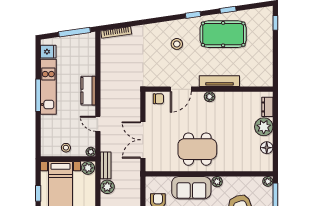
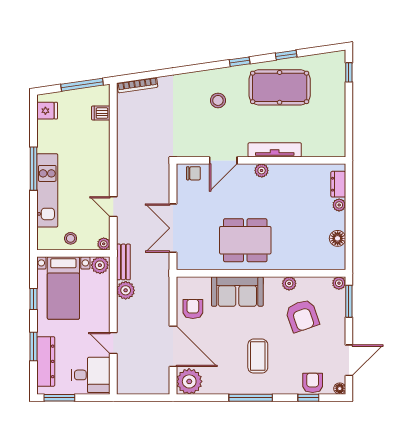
dishwasher: (89, 53) -> (101, 113), added
kitchen unit: (48, 87) -> (47, 190), moved
kitchen counter: (88, 91) -> (100, 162), removed
plant: (264, 127) -> (339, 205), width x0.53, depth x0.53
plant: (217, 182) -> (289, 283), moved

